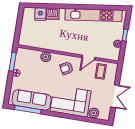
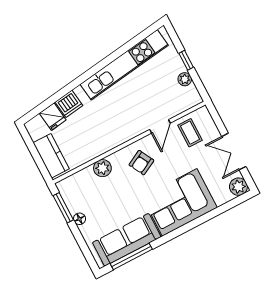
kitchen counter: (26, 32) -> (51, 156), added
double door: (115, 96) -> (234, 151), swing flipped
plant: (94, 113) -> (238, 187), moved

